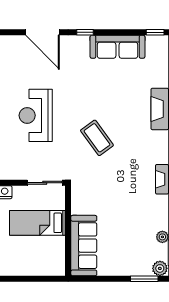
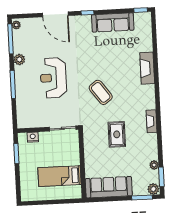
rug: (115, 194) -> (117, 134), added
bed: (37, 223) -> (60, 176), moved
sofa: (84, 246) -> (109, 187), moved, turned -90

